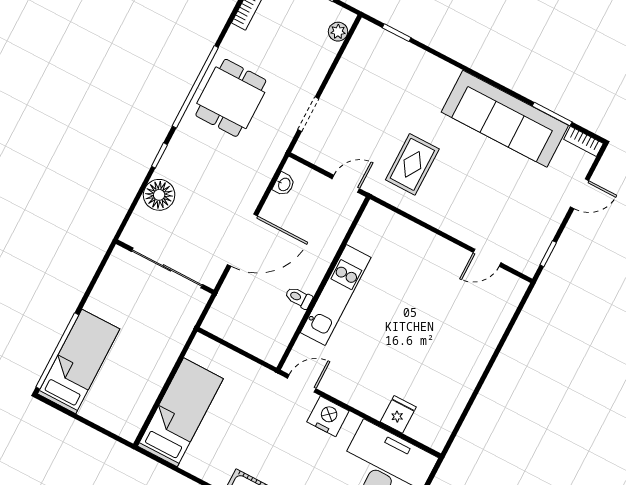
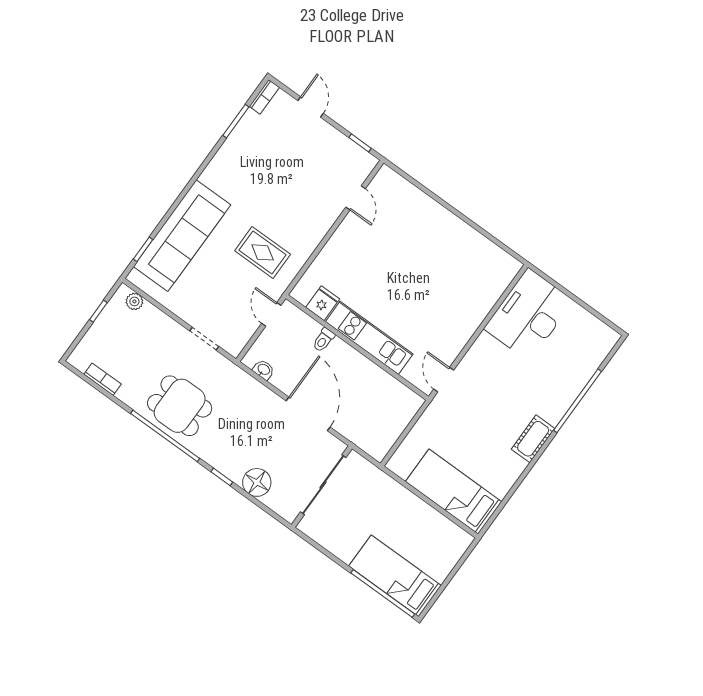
sofa: (505, 119) -> (182, 236), moved
toilet: (299, 298) -> (323, 340), moved
fridge: (398, 414) -> (323, 303), moved, turned 90
nightstand: (328, 416) -> (476, 361), removed

